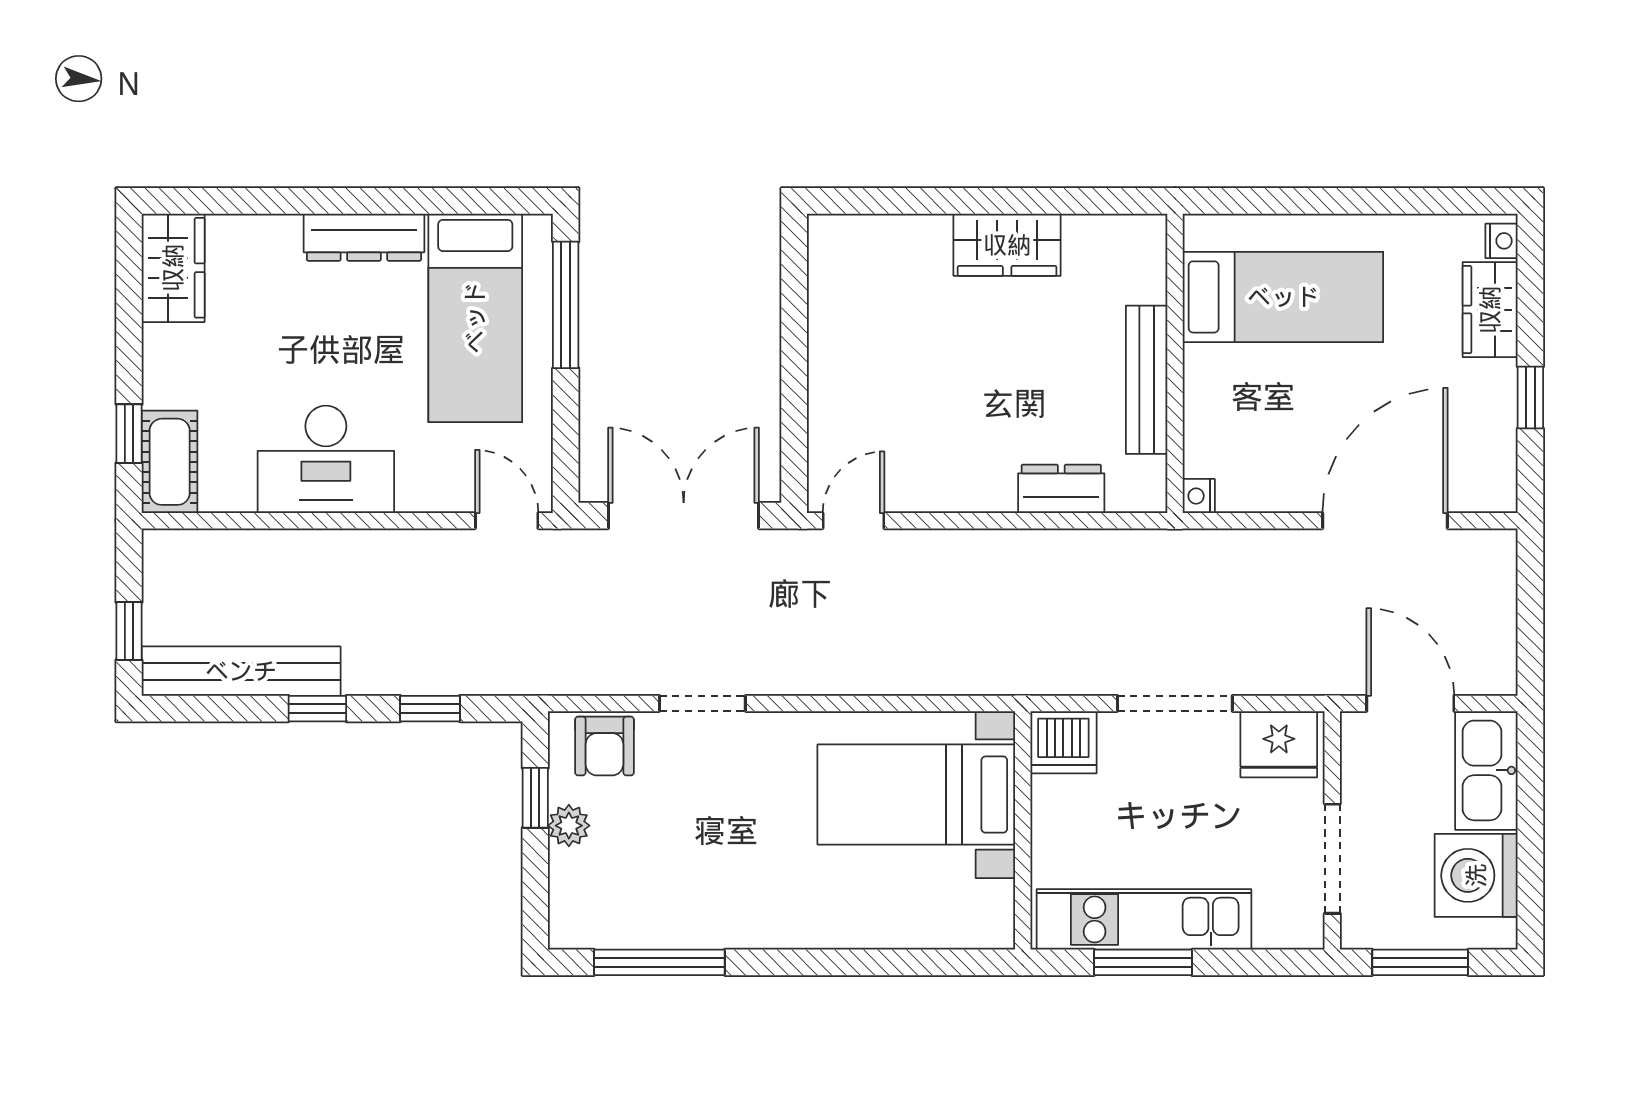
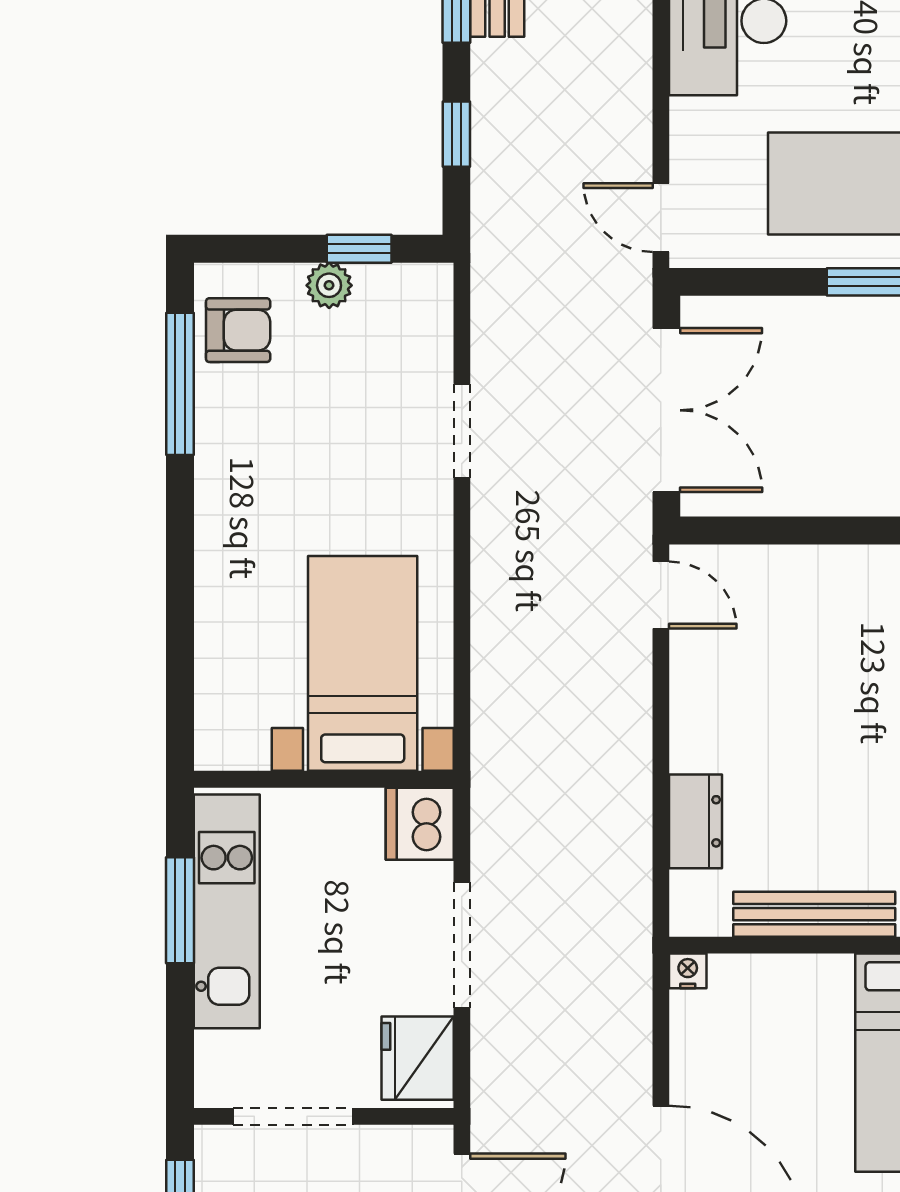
door: (507, 521) -> (661, 218), swing flipped
armchair: (604, 746) -> (238, 330), moved, turned 180

